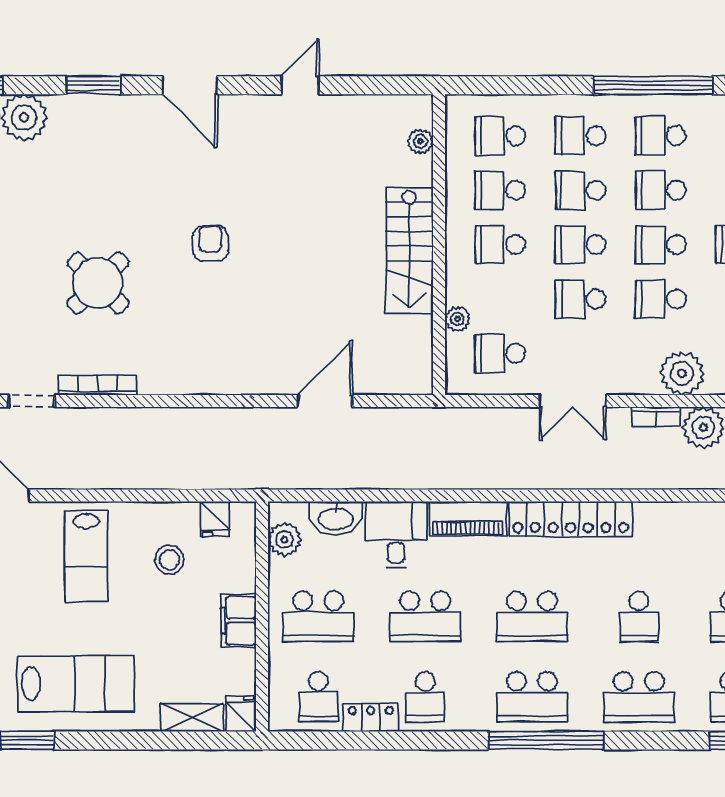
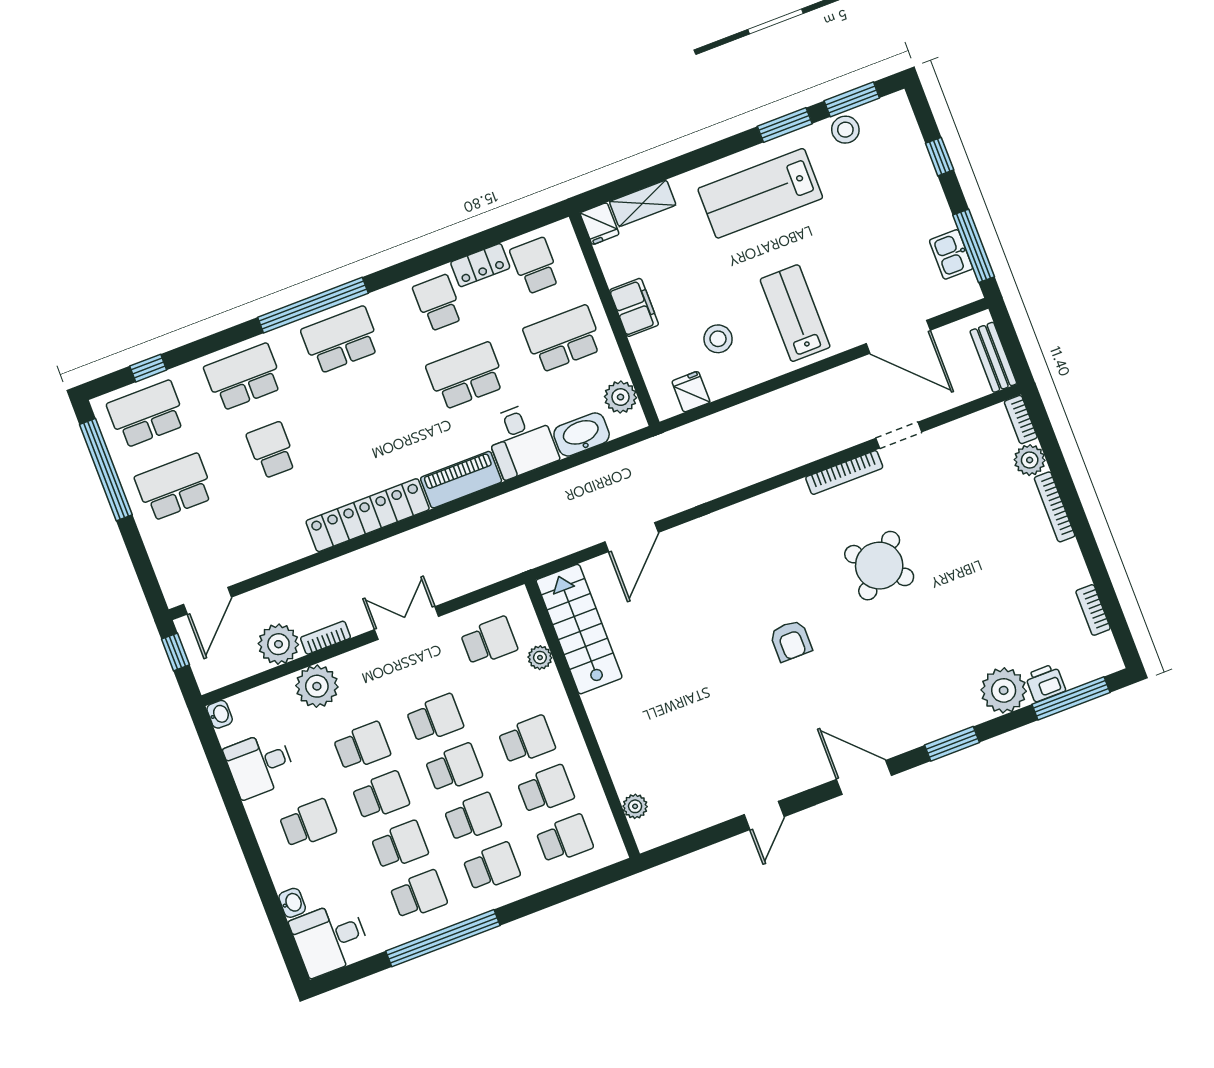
stairs: (409, 251) -> (579, 629), moved
school desk: (532, 616) -> (369, 413), removed

